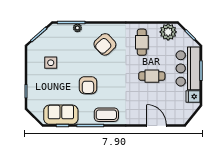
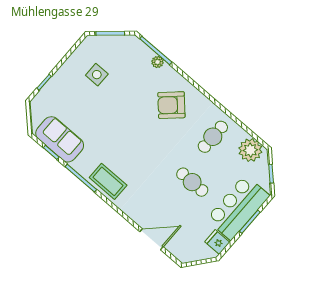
armchair: (88, 85) -> (116, 133), removed
door: (156, 126) -> (151, 239), hinge flipped

